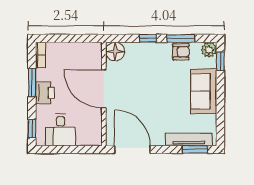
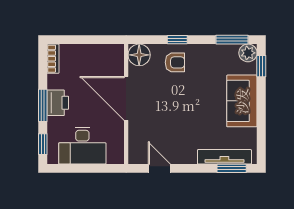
window: (181, 38) -> (232, 40), moved
armchair: (181, 52) -> (175, 62), moved
window: (32, 82) -> (43, 105), moved
desk: (61, 130) -> (82, 146), width x1.37
door: (132, 150) -> (159, 168), width x0.53

